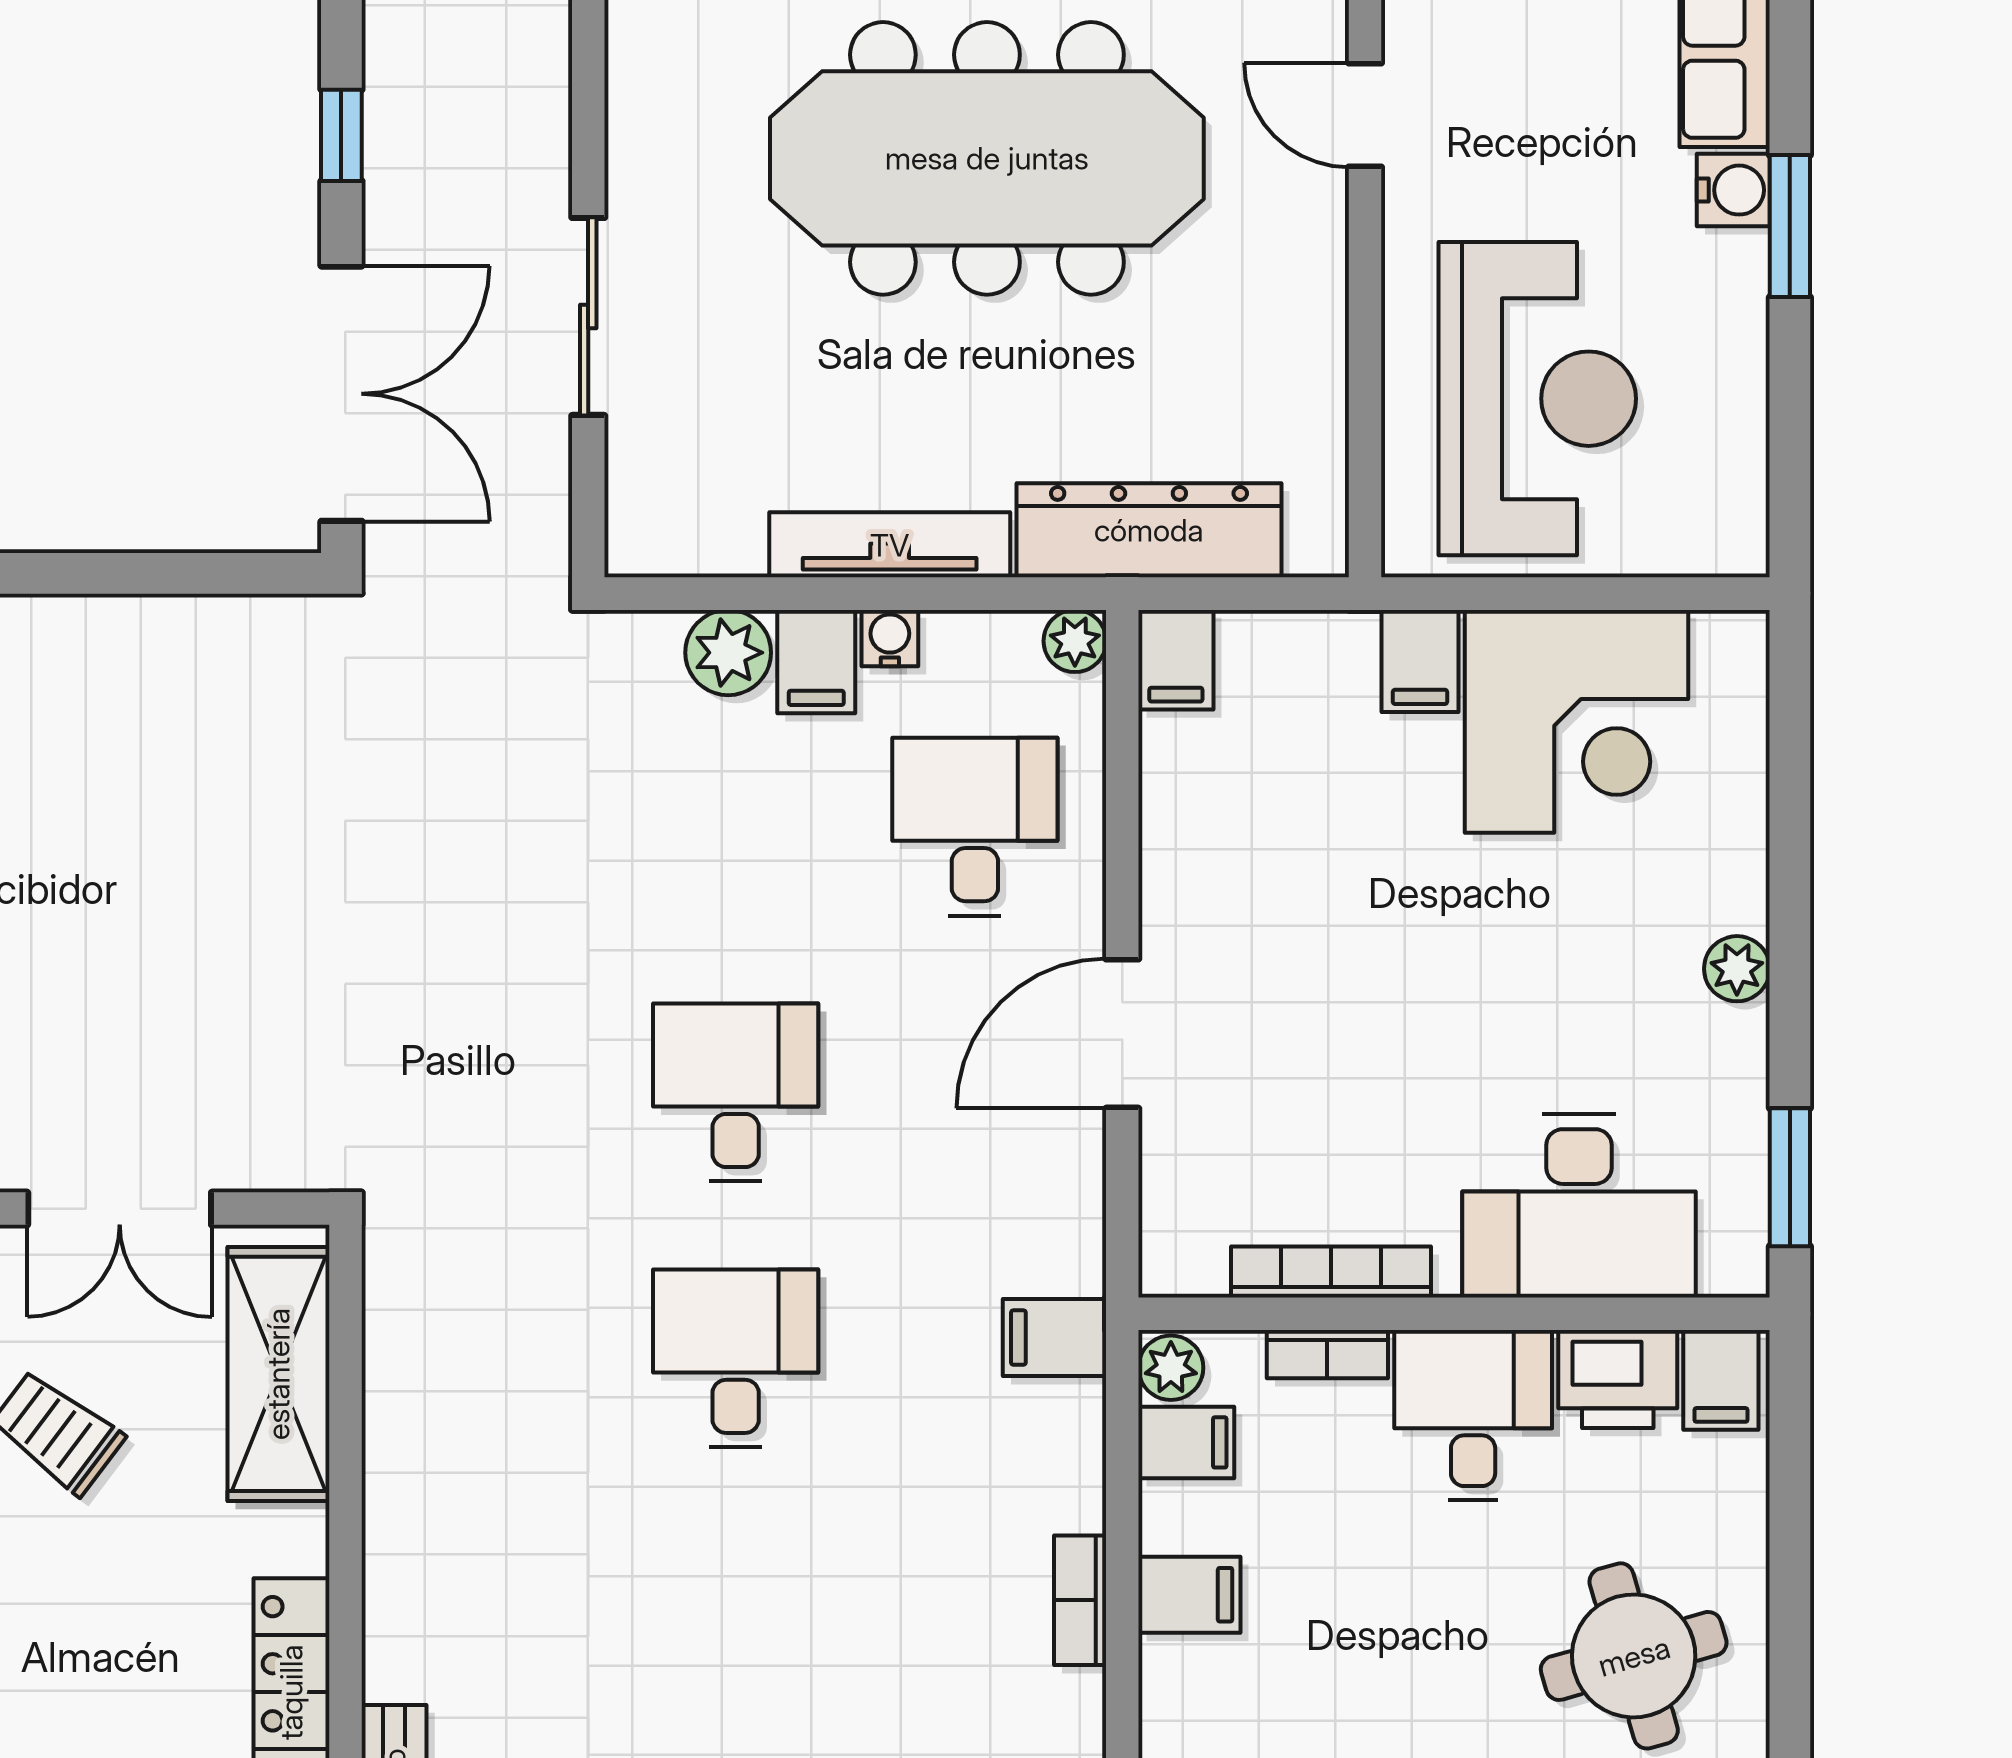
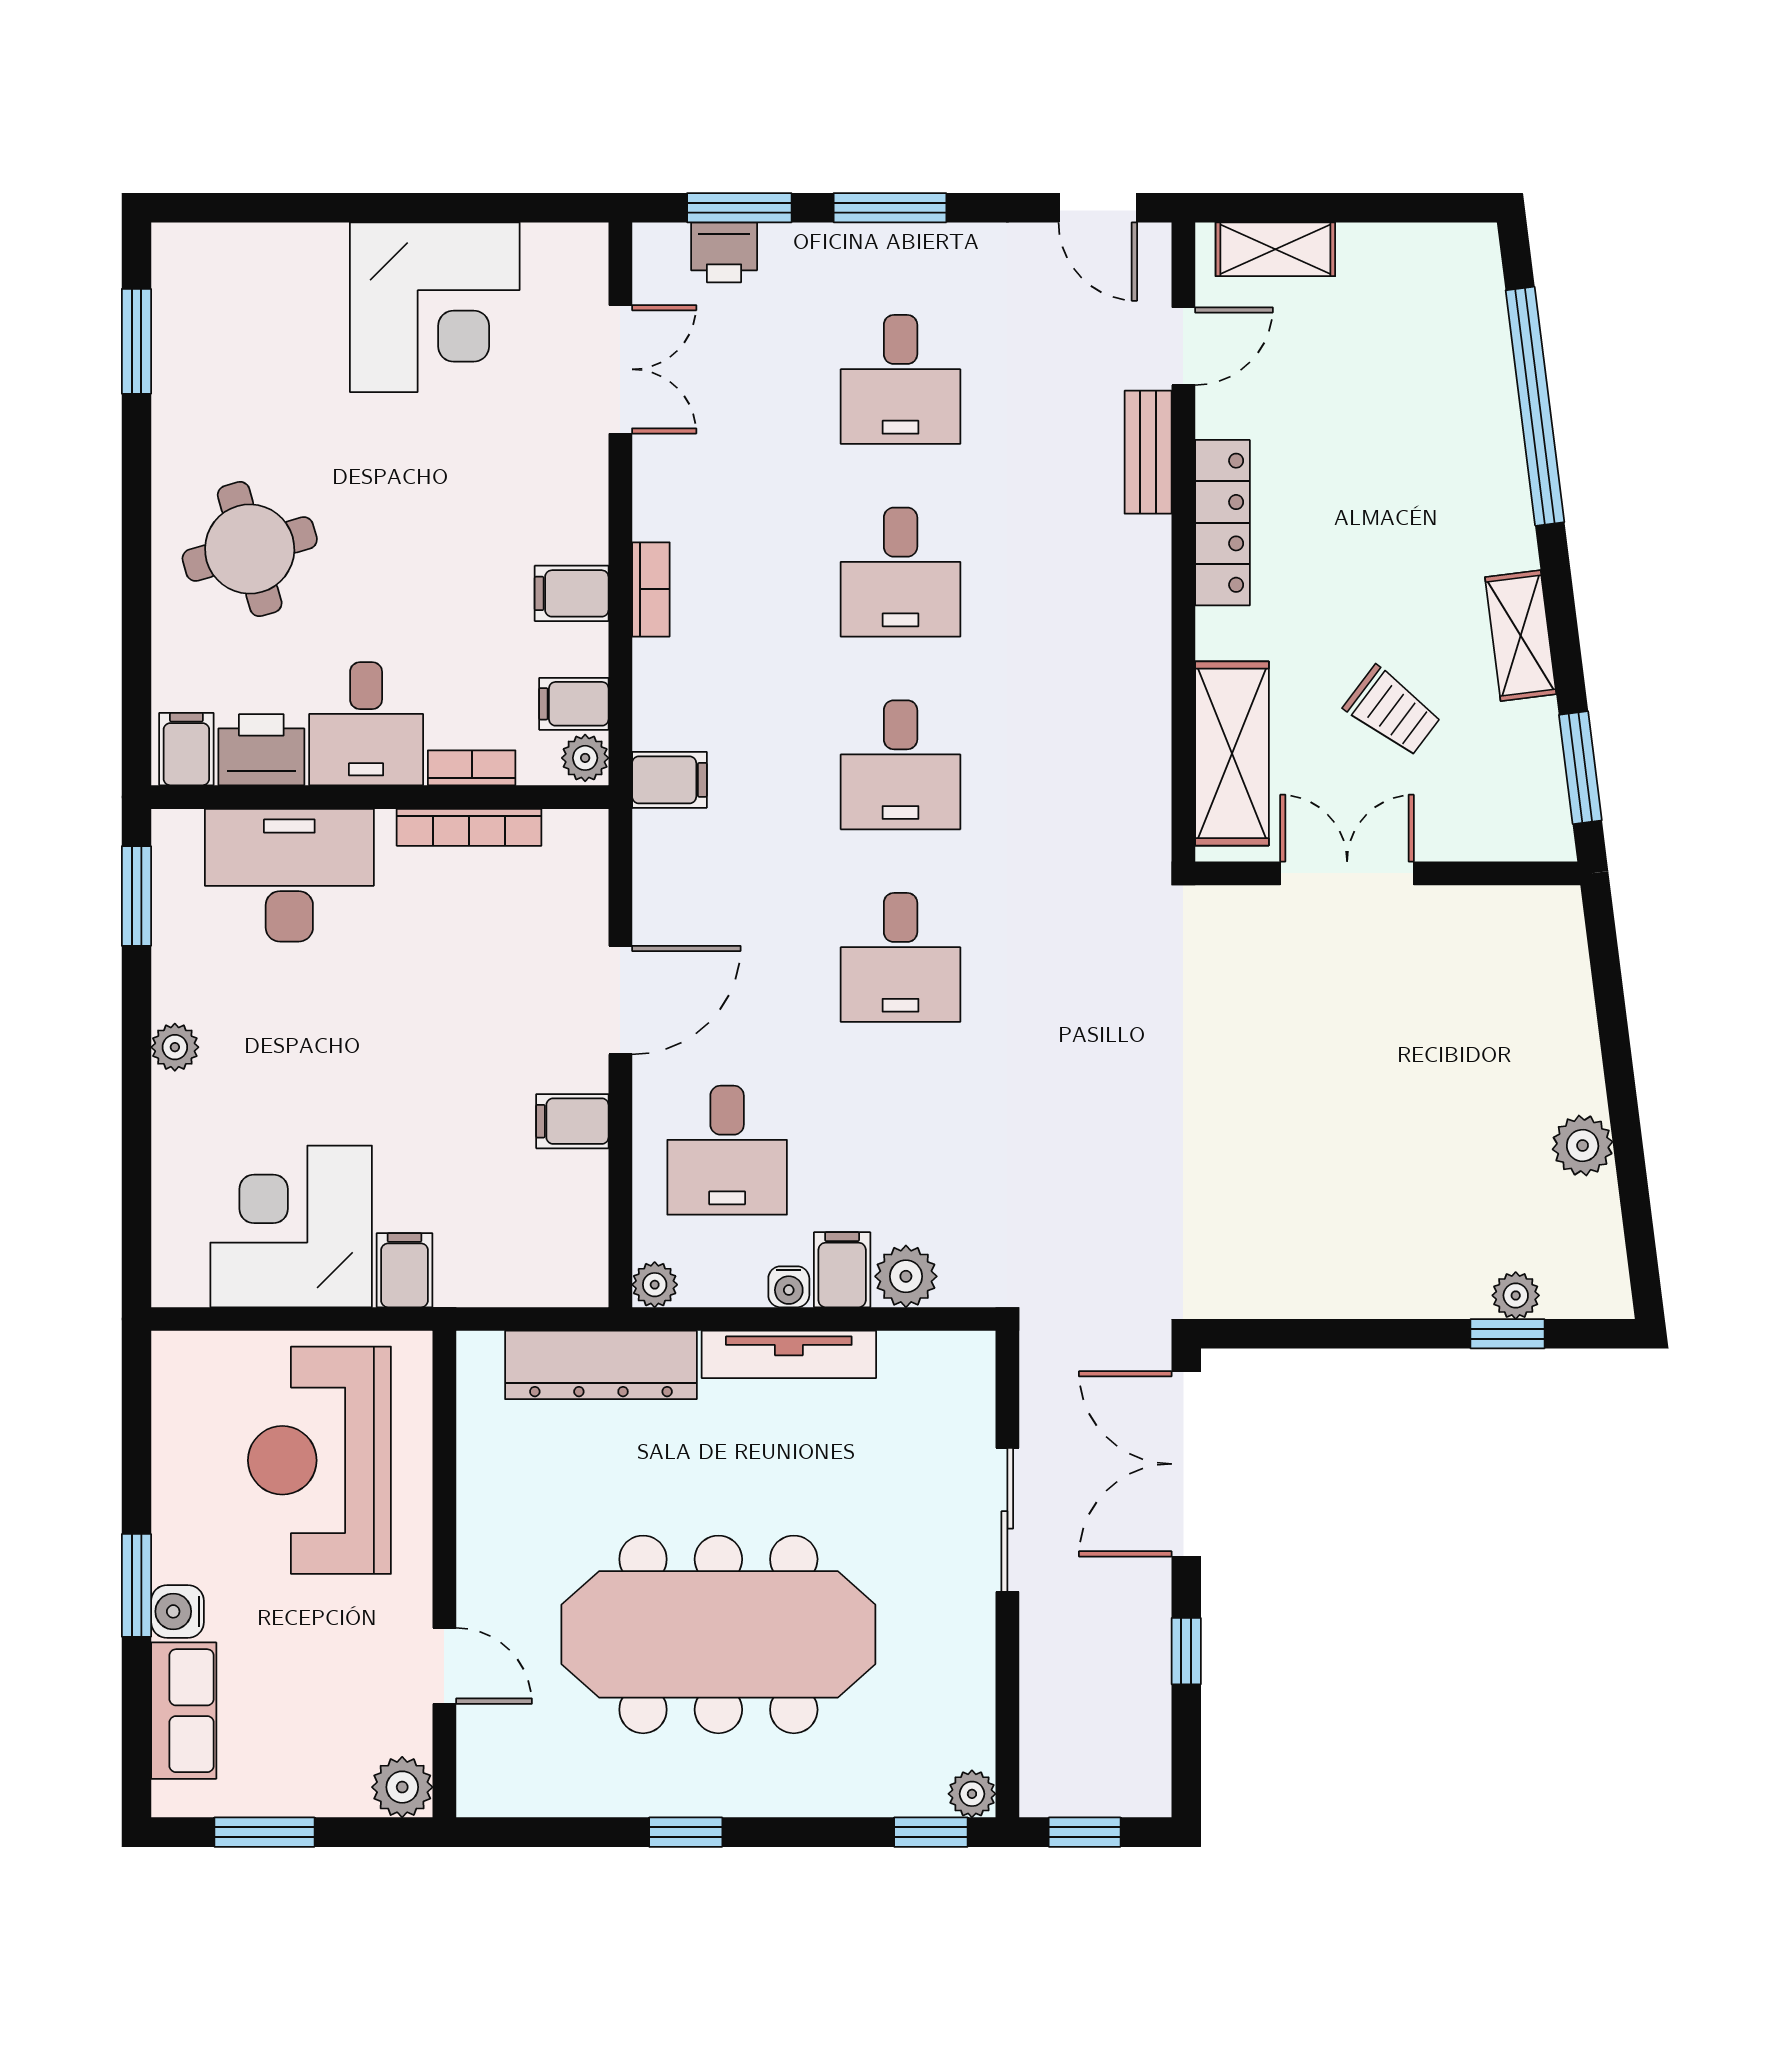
filing cabinet: (1176, 660) -> (572, 1121), moved, turned -90
desk: (736, 1624) -> (901, 572), added

